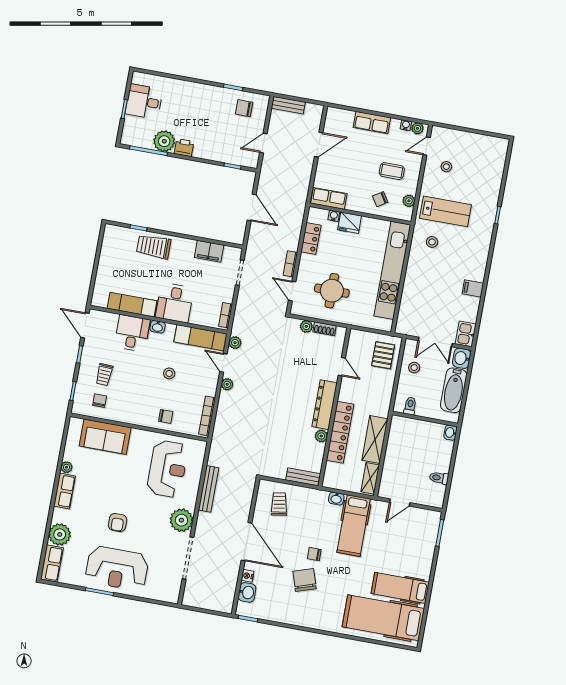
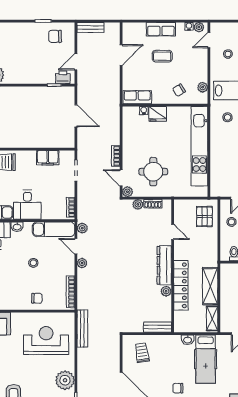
printer: (184, 148) -> (63, 77), moved
coffee table: (392, 171) -> (162, 56), moved
locker: (311, 239) -> (129, 132), removed
plant: (297, 309) -> (127, 192), added
reception desk: (167, 469) -> (46, 341), turned -90
bench: (208, 489) -> (82, 329), moved

